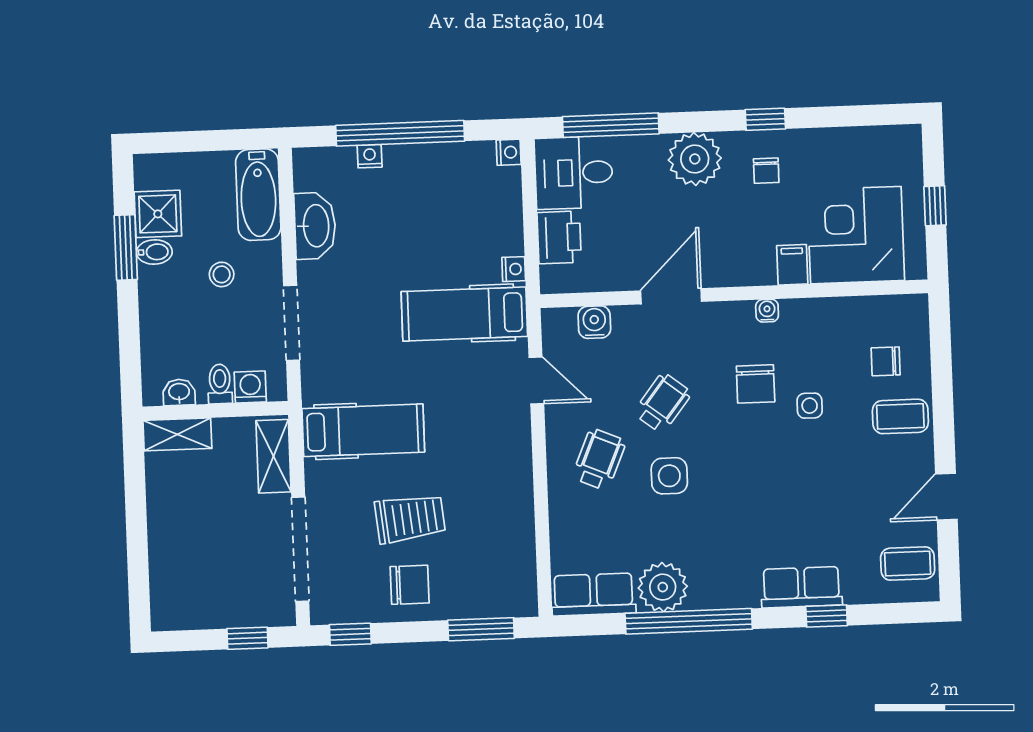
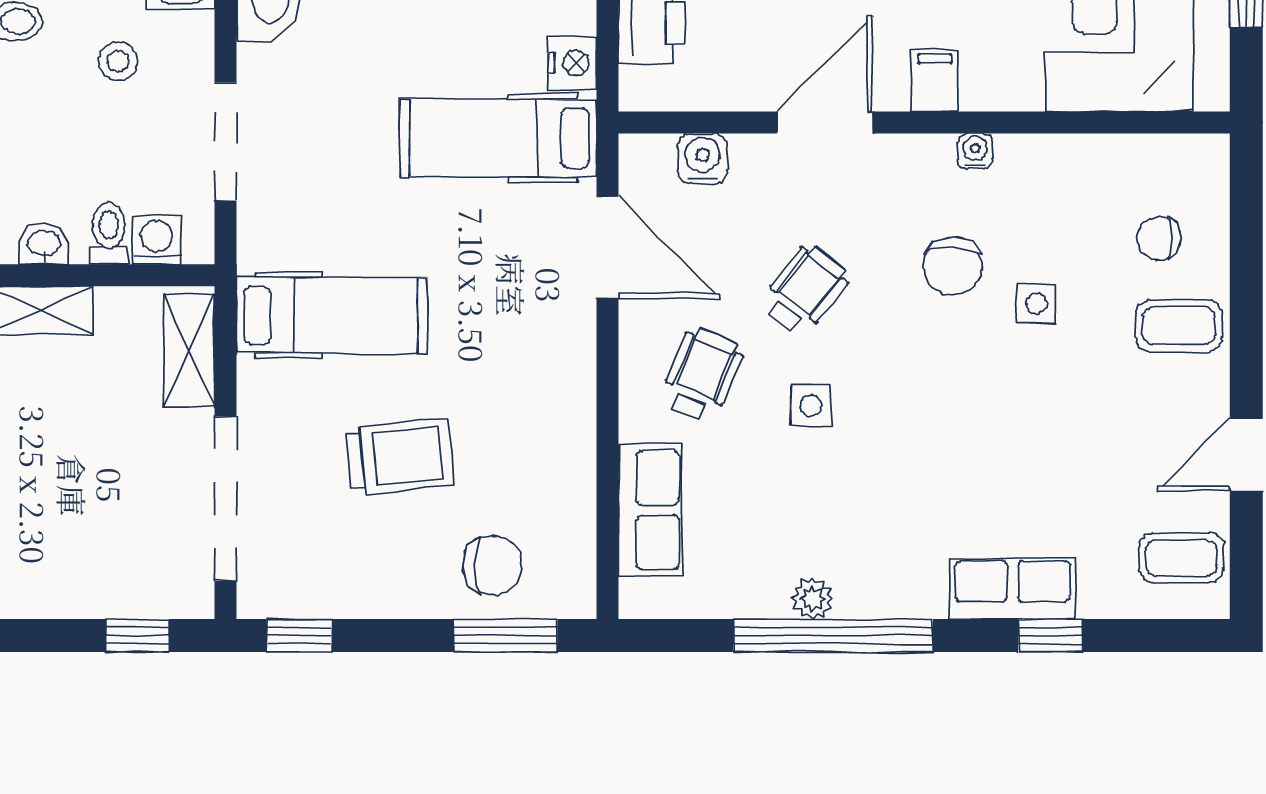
filing cabinet: (792, 265) -> (935, 80), moved
nightstand: (514, 269) -> (572, 63), width x1.39, depth x1.35
door: (536, 381) -> (608, 247), width x1.38
side table: (669, 476) -> (811, 405), width x0.73, depth x0.73
chair: (410, 585) -> (493, 565), moved
plant: (663, 587) -> (812, 598), width x0.53, depth x0.53
row of seats: (593, 594) -> (650, 510), moved, turned 90

